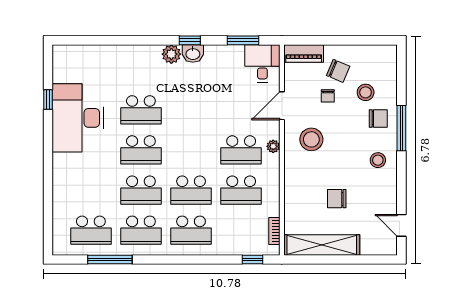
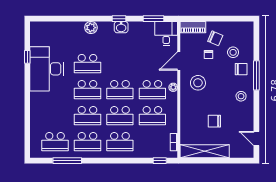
plant: (171, 54) -> (91, 28), moved
school desk: (191, 150) -> (120, 90), added

